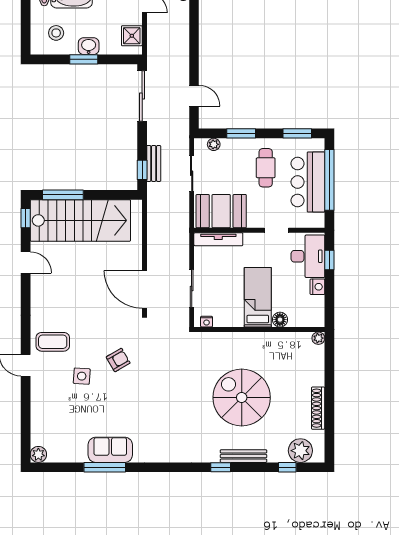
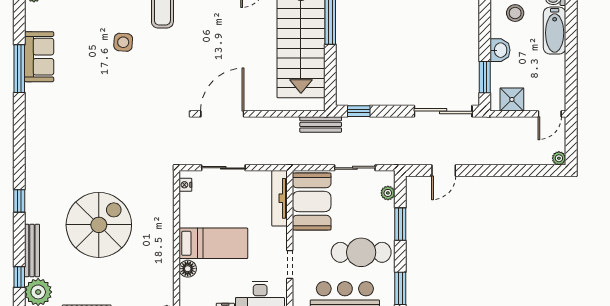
window: (84, 59) -> (485, 77), moved
bench: (154, 163) -> (321, 124), moved
cafe table: (266, 168) -> (361, 252), width x1.37, depth x1.35
armchair: (118, 360) -> (142, 84), removed
sofa: (110, 450) -> (39, 57), moved
bench: (243, 456) -> (32, 251), moved

